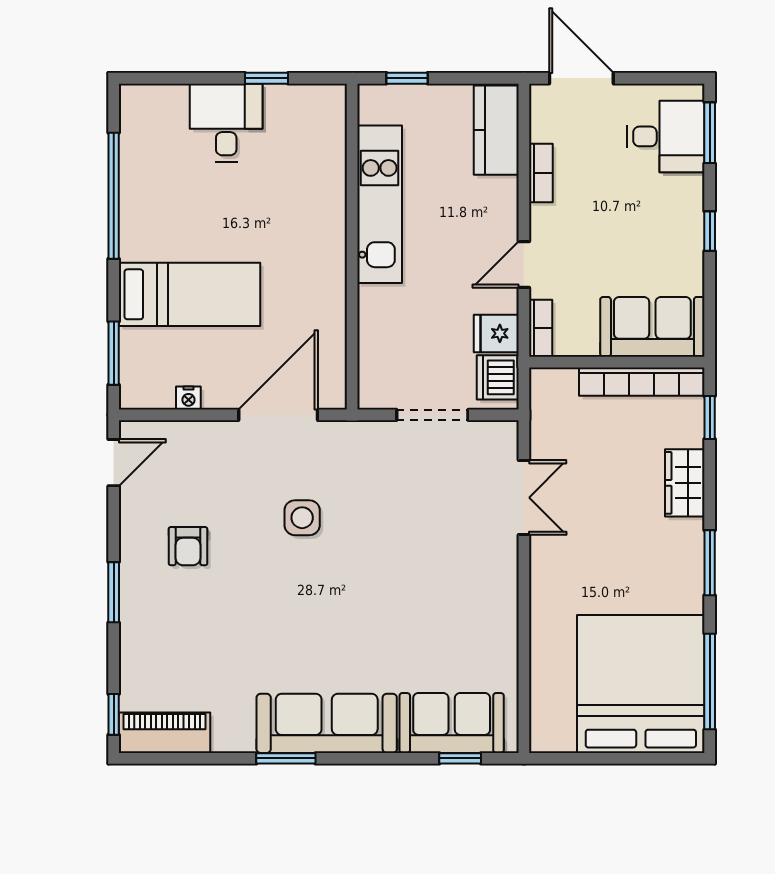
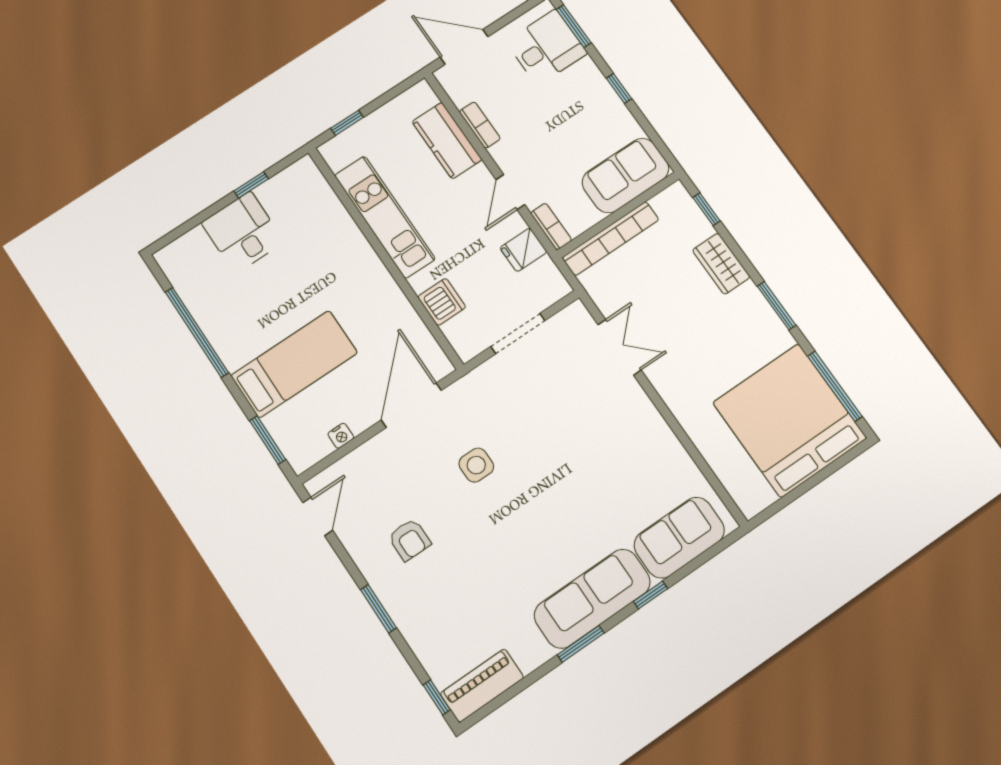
kitchen counter: (496, 130) -> (447, 141), moved
dishwasher: (498, 377) -> (442, 302), moved, turned 180
bookcase: (642, 382) -> (611, 239), moved
window: (460, 758) -> (650, 595), moved

